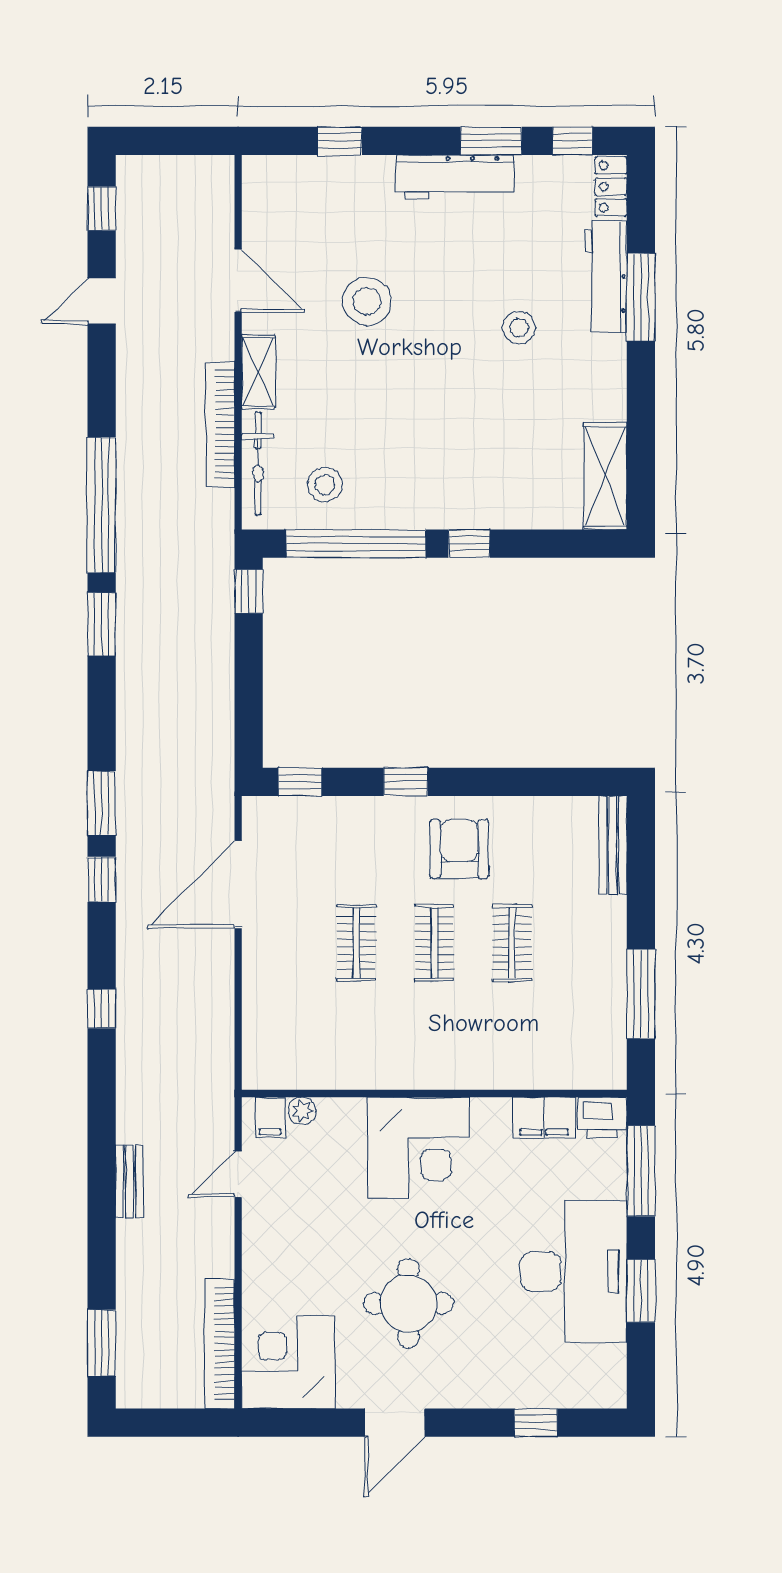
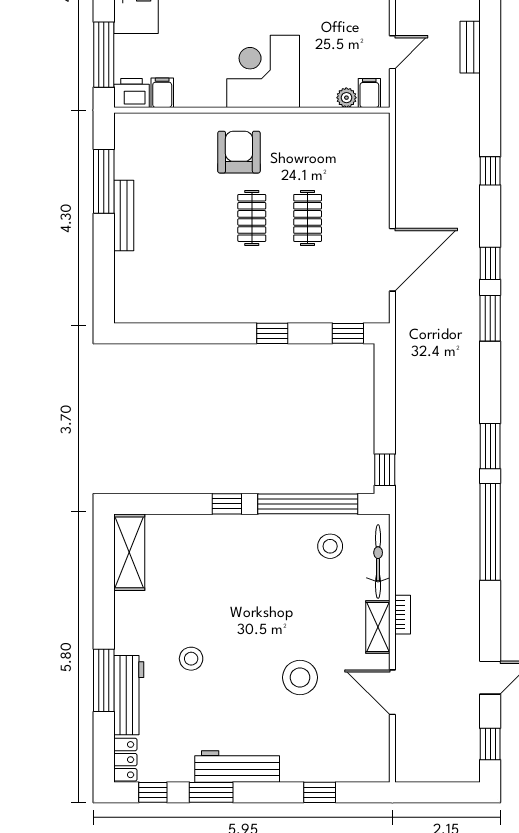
bookcase: (220, 425) -> (403, 615), width x0.43, depth x0.76
bench: (613, 845) -> (124, 215), moved
armchair: (459, 849) -> (239, 152), moved, turned 180
clothes rail: (512, 943) -> (196, 218), removed
filing cabinet: (544, 1118) -> (162, 93), width x0.50

